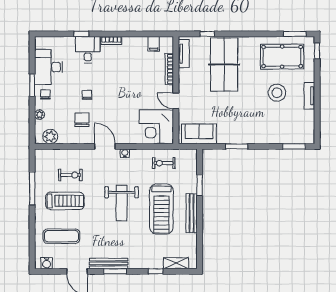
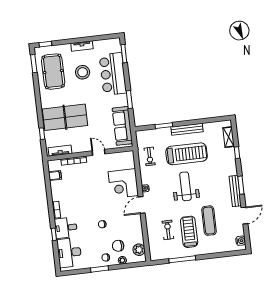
desk: (49, 67) -> (69, 253), moved, turned 90
door: (176, 101) -> (99, 152), swing flipped
chair: (82, 120) -> (118, 246), moved
corner desk: (156, 127) -> (123, 184), moved, turned 90
bar counter: (270, 130) -> (113, 74), added
sofa: (199, 134) -> (122, 126), width x1.36
weight bench: (122, 203) -> (185, 186), turned -90
exercise mat: (61, 236) -> (209, 221), moved

